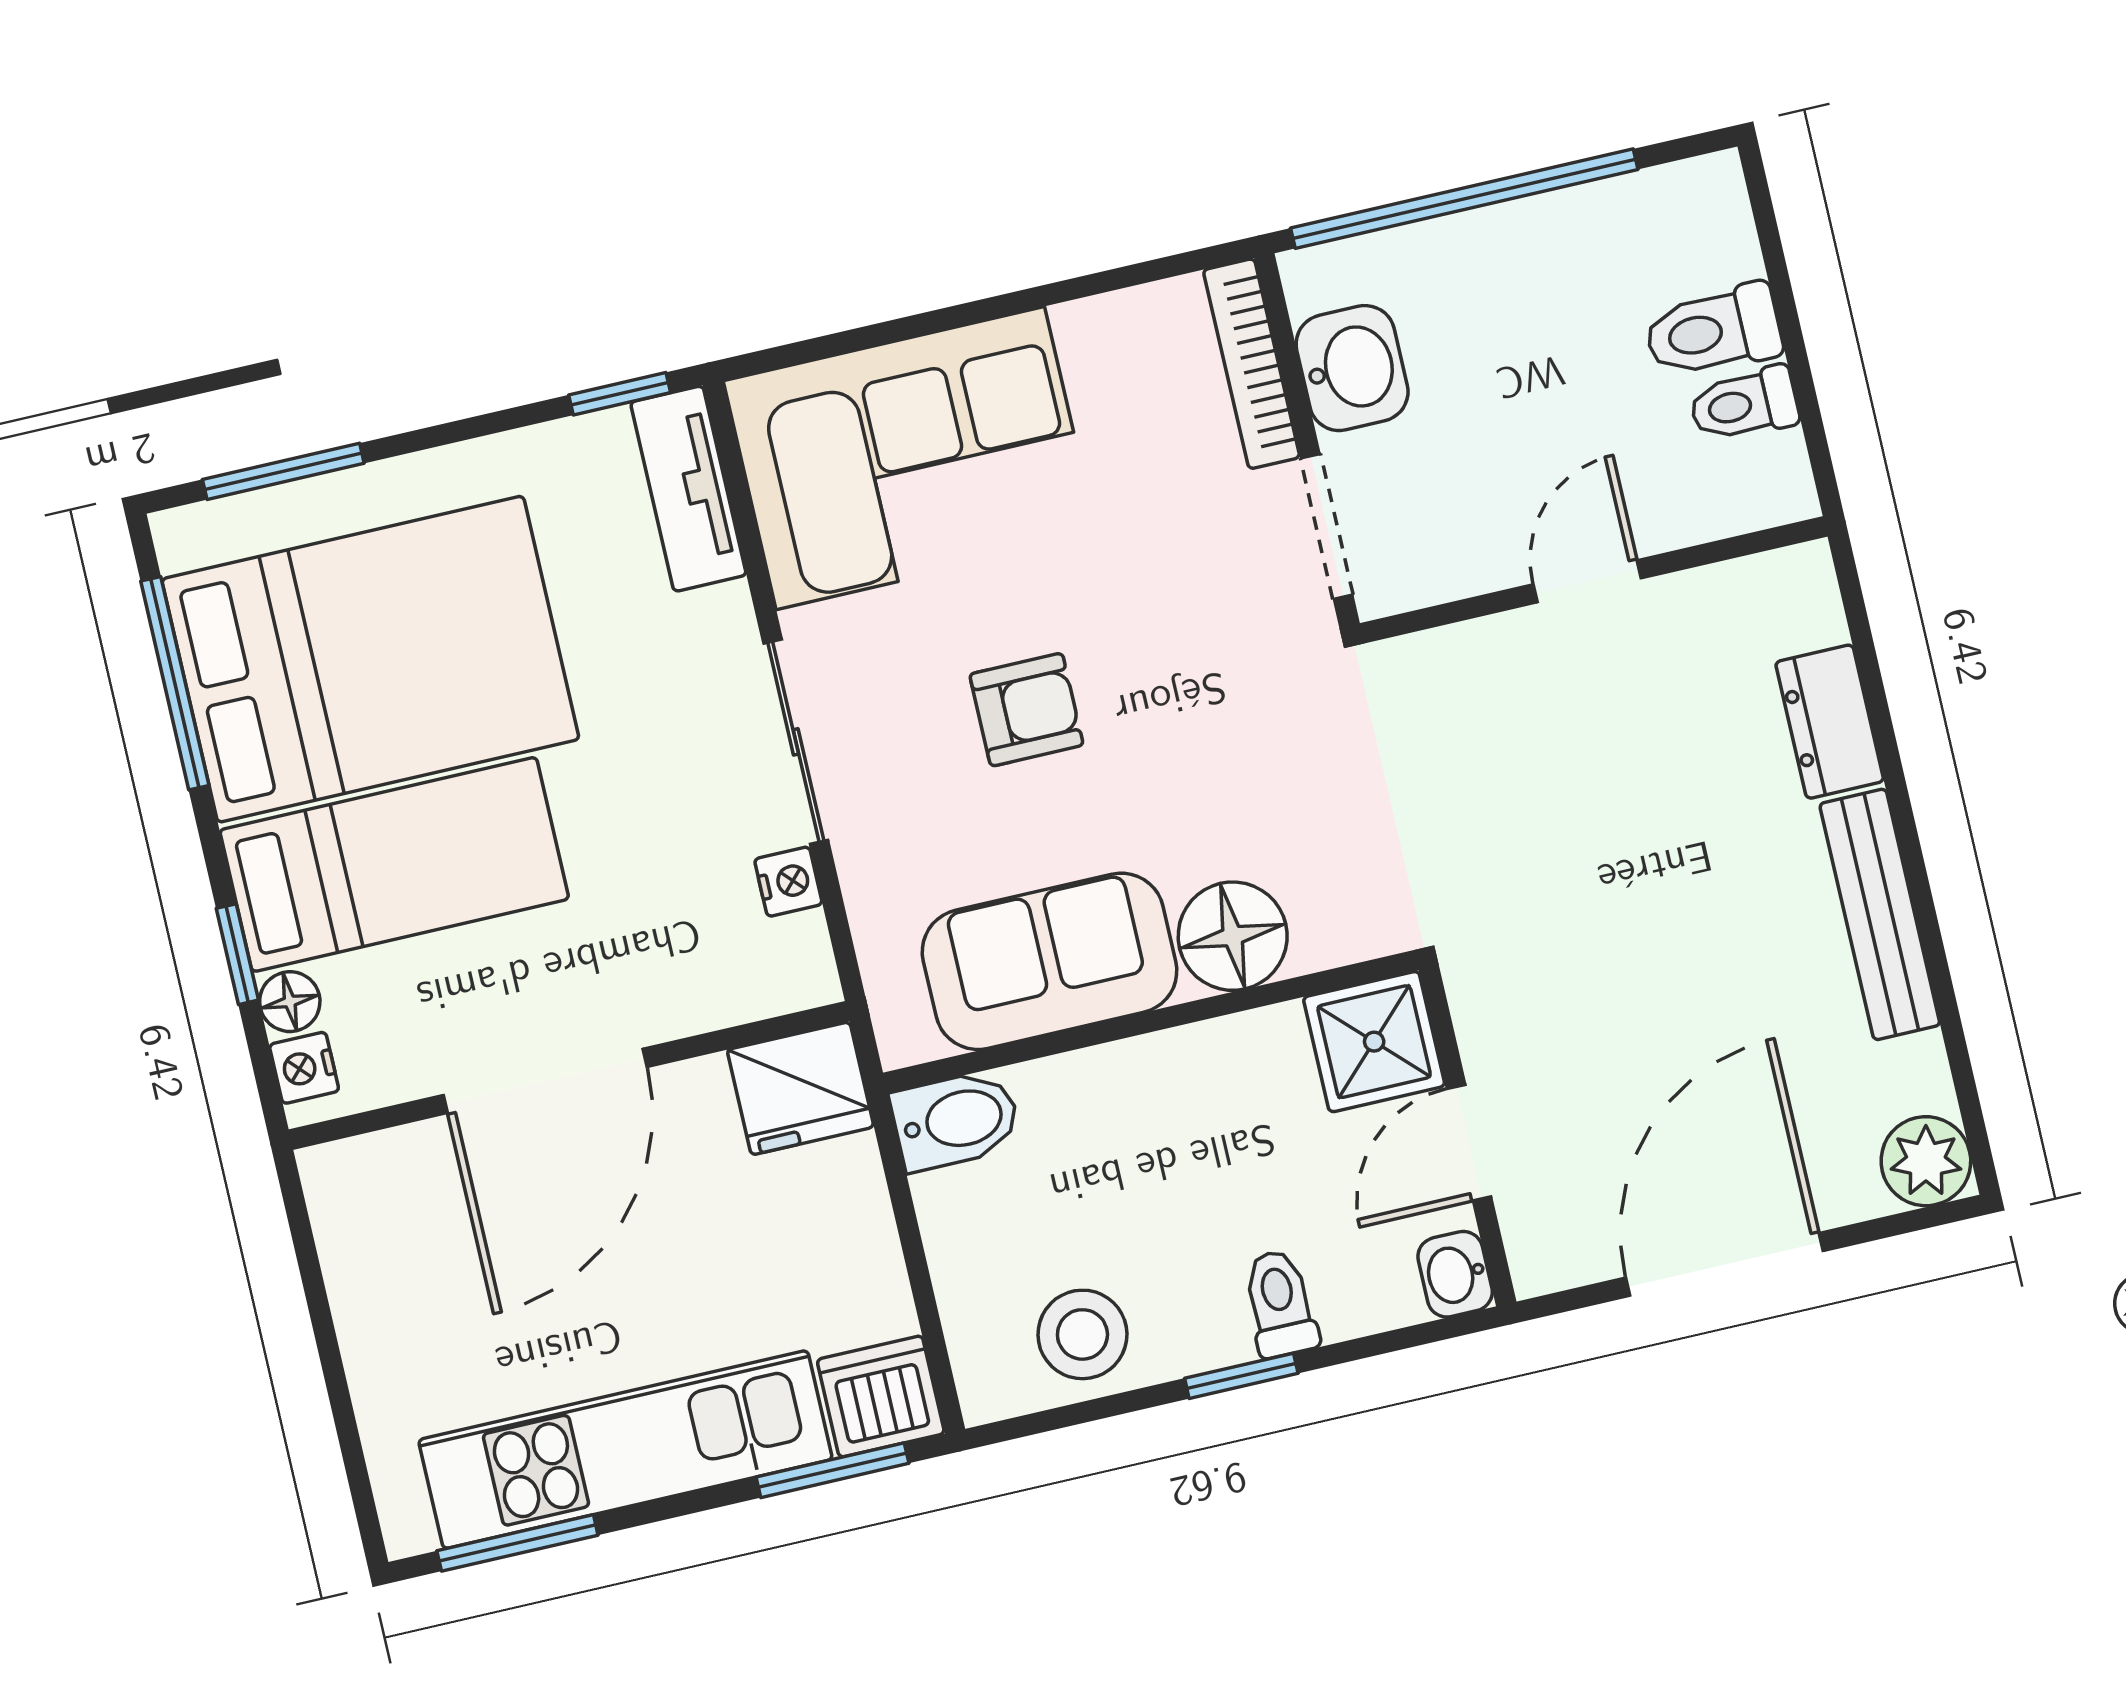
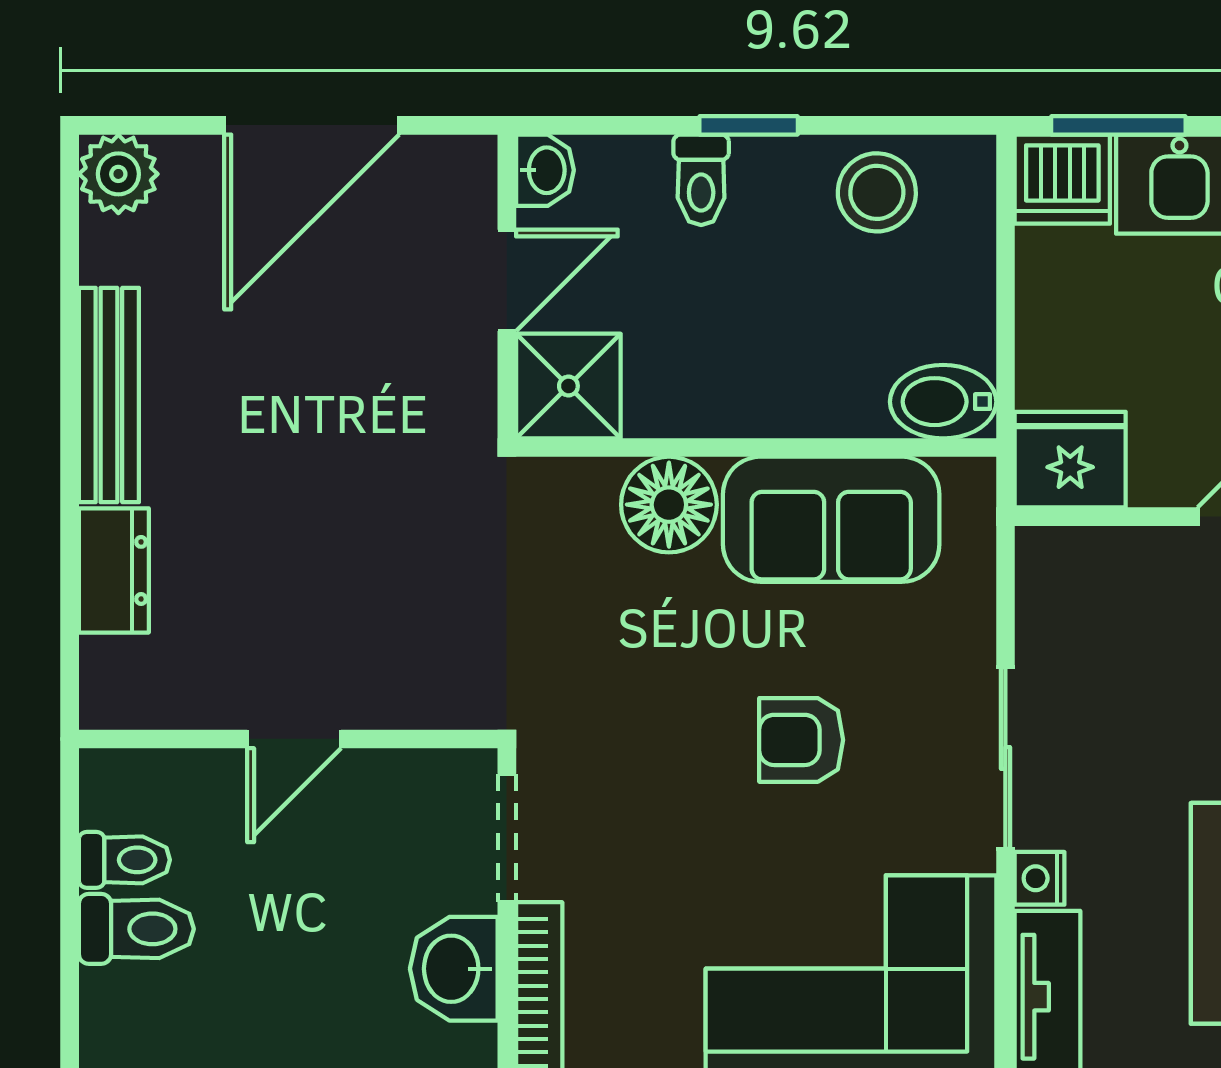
nightstand: (788, 882) -> (1040, 878), moved

